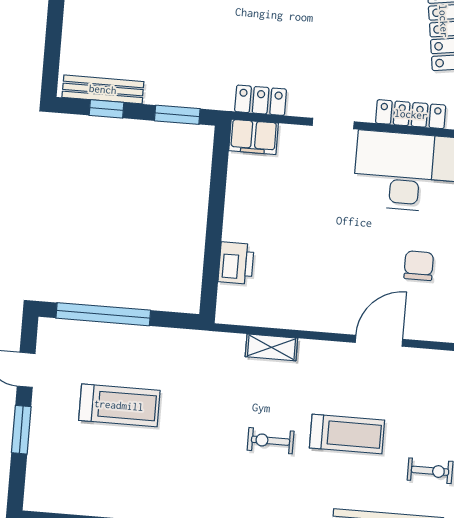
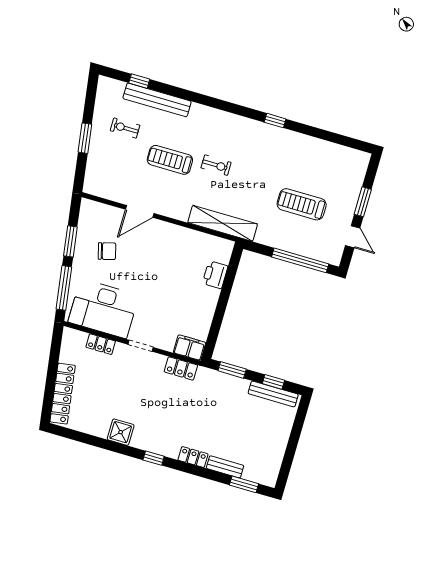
locker: (411, 114) -> (101, 344), width x0.66
chair: (419, 266) -> (107, 251), turned -105
shelving: (271, 347) -> (223, 223), width x2.20, depth x1.33

